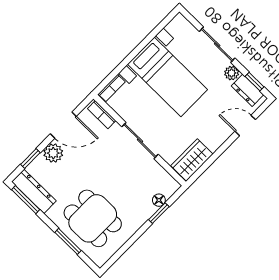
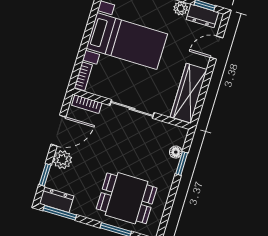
wardrobe: (192, 160) -> (189, 93), width x1.50
dresser: (34, 191) -> (57, 200), width x0.70

